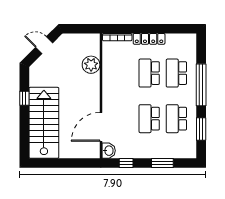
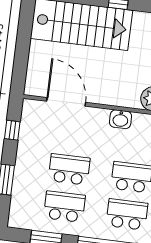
washbasin: (109, 151) -> (121, 119), moved

